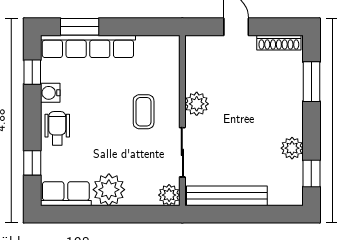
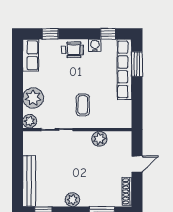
plant: (197, 104) -> (99, 139), moved
coffee table: (144, 112) -> (83, 105), turned 90
plant: (292, 148) -> (72, 200), moved
plant: (109, 190) -> (33, 98), moved
bench: (227, 196) -> (29, 181), moved

